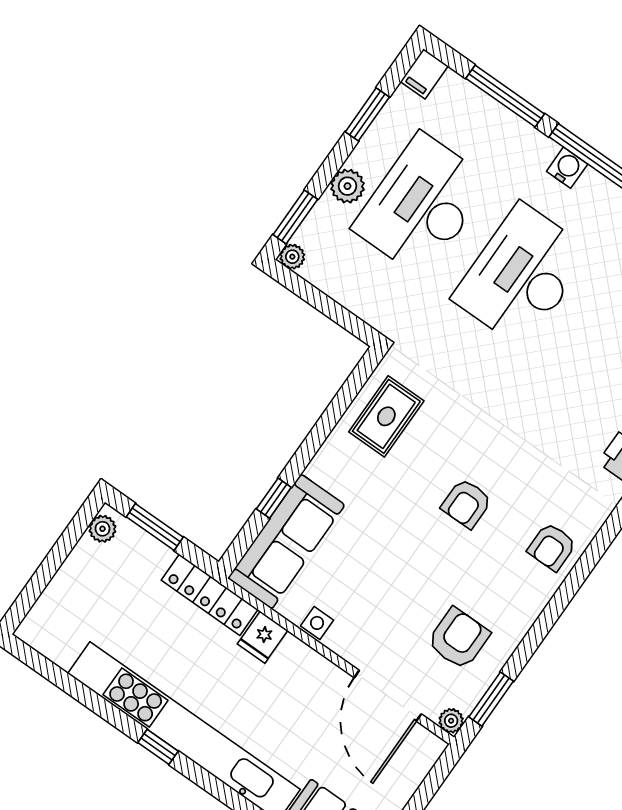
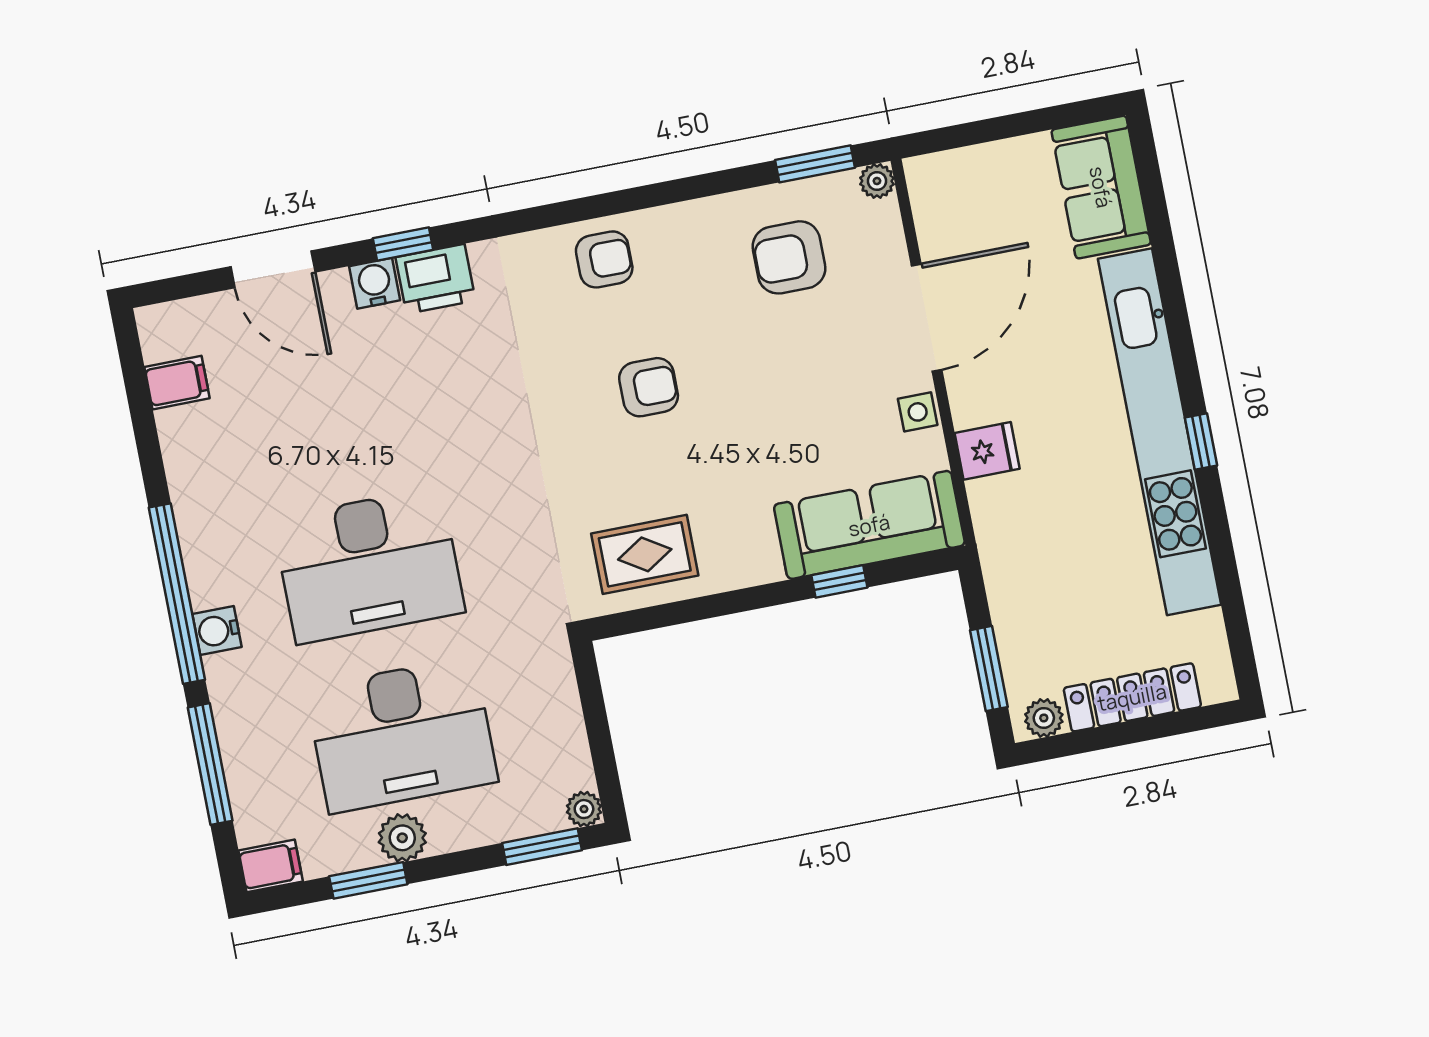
plant: (347, 186) -> (402, 838), moved
locker: (210, 595) -> (1132, 697), moved, turned -90
door: (388, 696) -> (927, 318), moved

